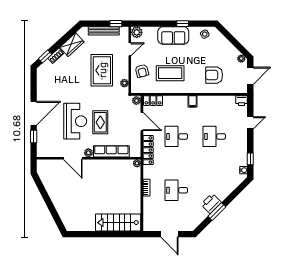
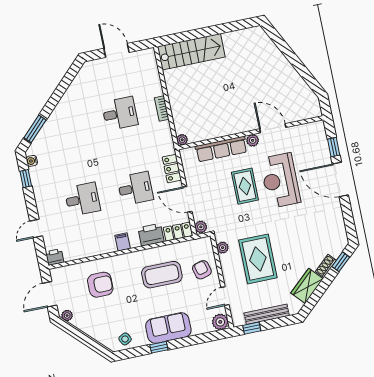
door: (34, 113) -> (340, 179), hinge flipped
locker: (148, 150) -> (172, 169), width x0.66
printer: (211, 203) -> (151, 235), moved, turned -135
window: (217, 212) -> (35, 129), moved

